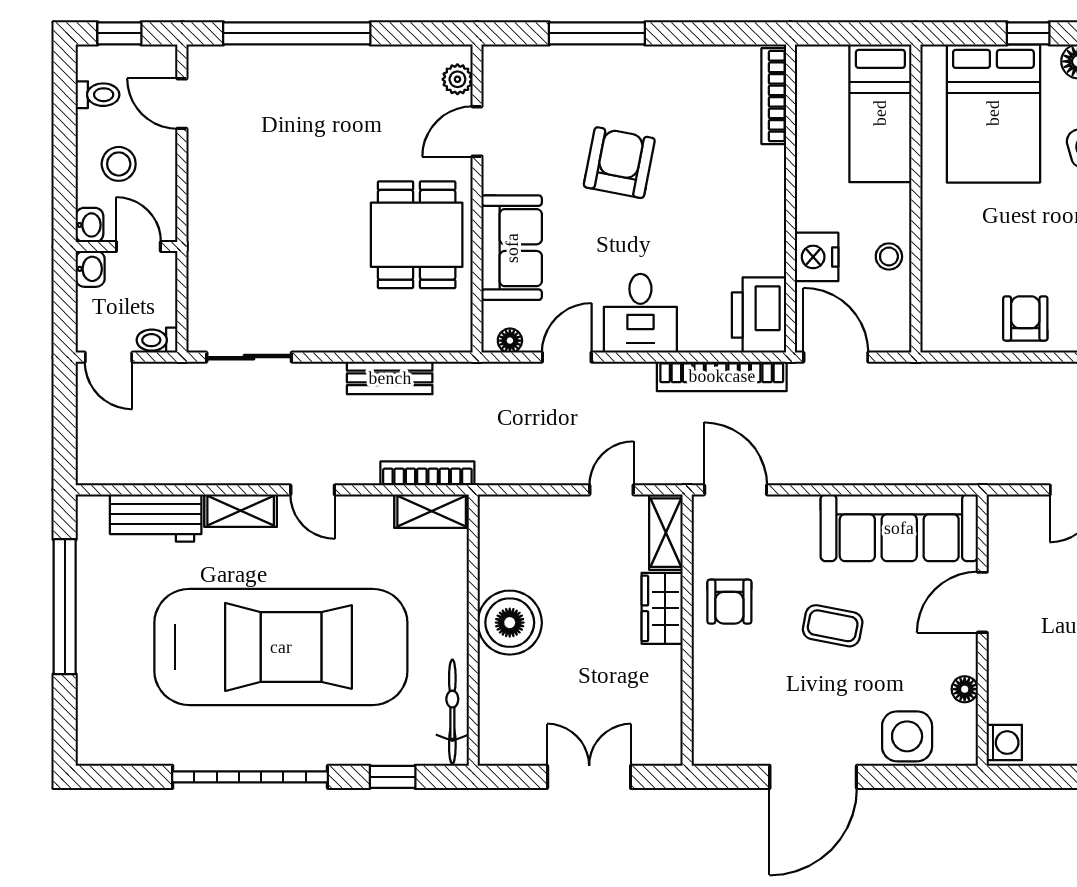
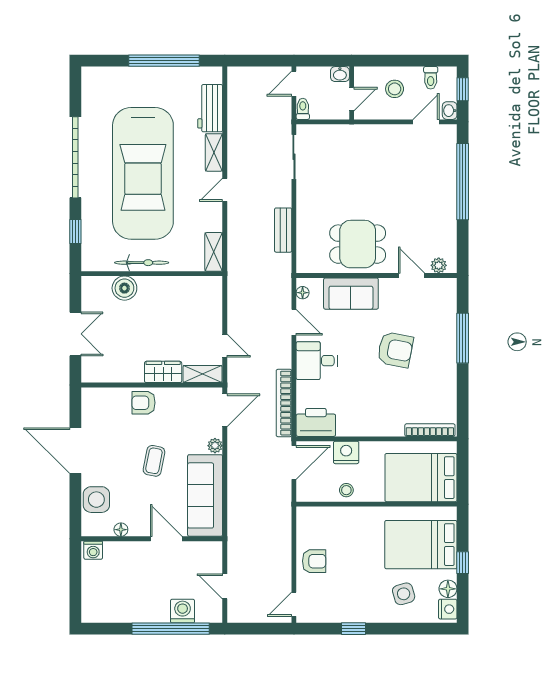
bed: (880, 113) -> (421, 478), width x1.50
washbasin: (90, 225) -> (450, 111), moved, turned 90
bookcase: (427, 473) -> (233, 250), removed
plant: (803, 509) -> (215, 446), added
armchair: (729, 602) -> (144, 403), moved
boiler: (510, 623) -> (124, 288), moved, width x0.73, depth x0.73
bicycle: (452, 712) -> (142, 263), moved

